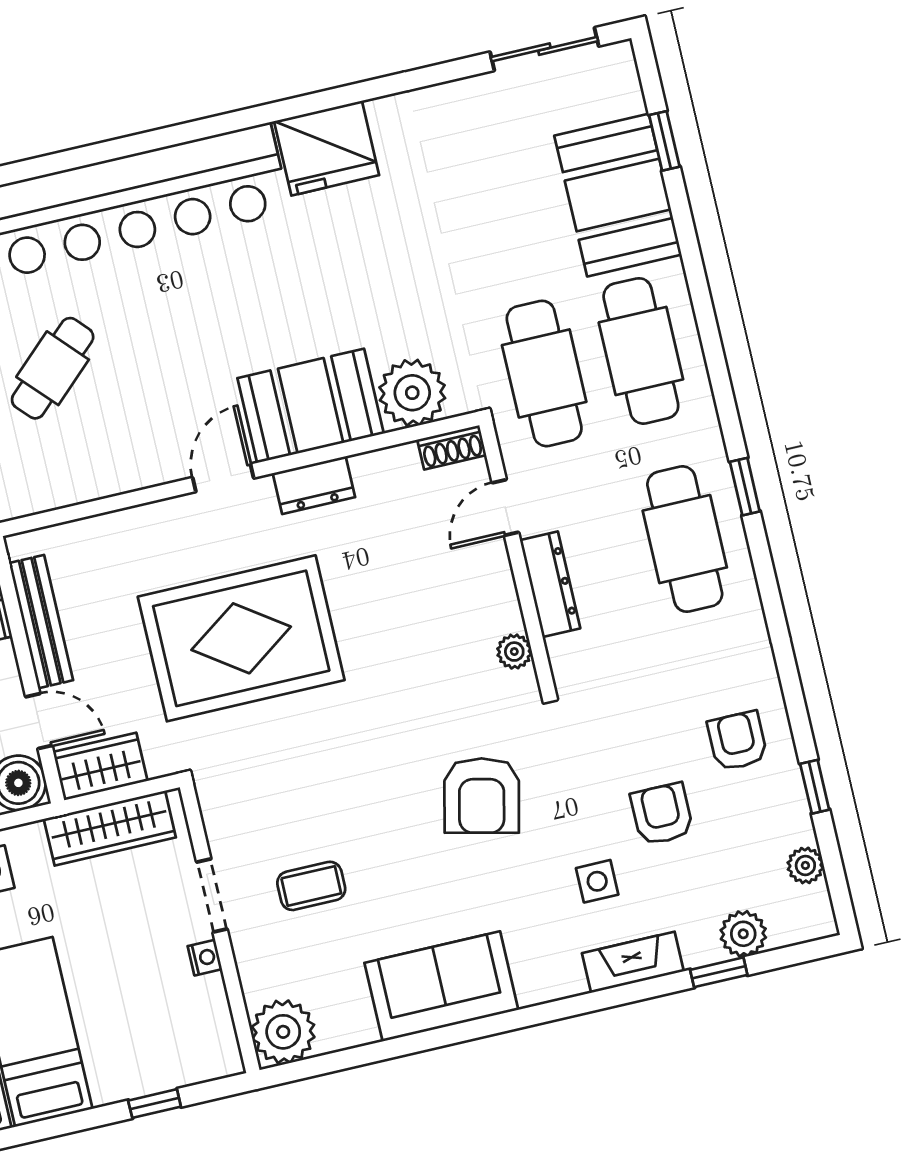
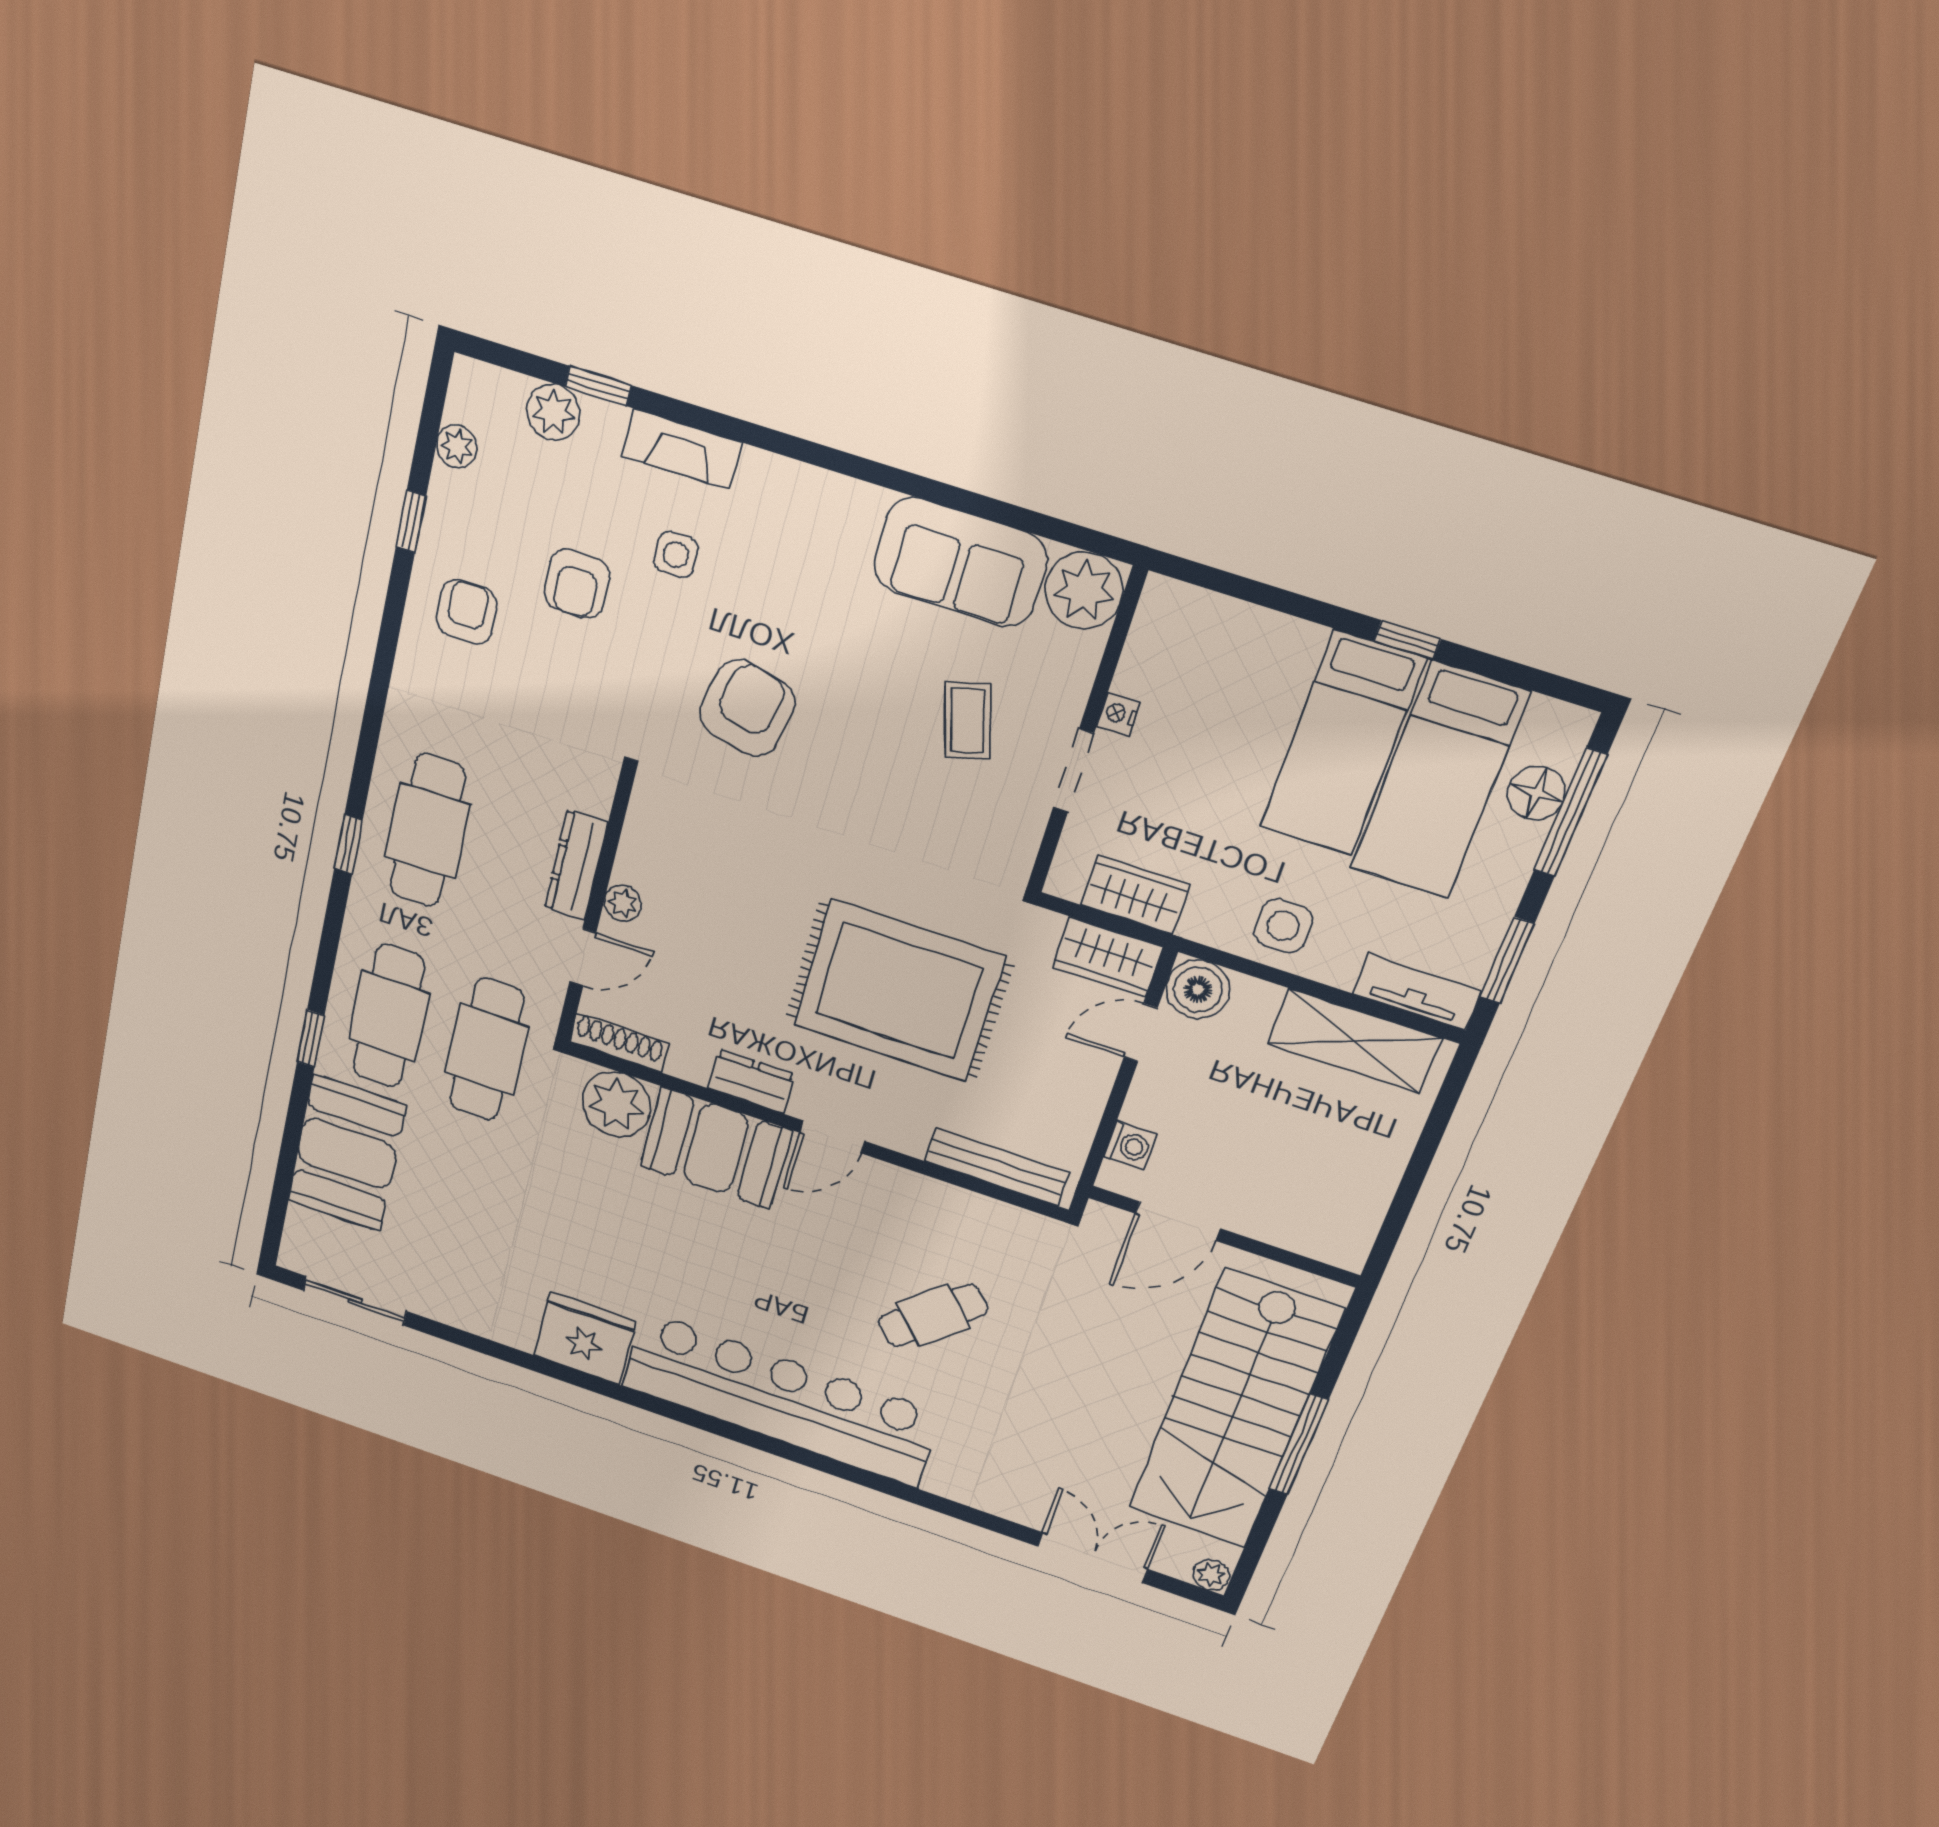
window: (664, 141) -> (311, 1039), moved
shoe rack: (452, 447) -> (619, 1043), width x1.43
bench: (41, 622) -> (996, 1167), moved, turned 90
plant: (514, 652) -> (623, 903), moved
door: (39, 721) -> (1141, 1033), hinge flipped
armchair: (737, 741) -> (467, 612), turned 180
wardrobe: (110, 828) -> (1135, 895), width x0.67
coffee table: (311, 886) -> (968, 721), turned 74
sofa: (441, 986) -> (960, 562), moved
window: (155, 1104) -> (1407, 640), moved

